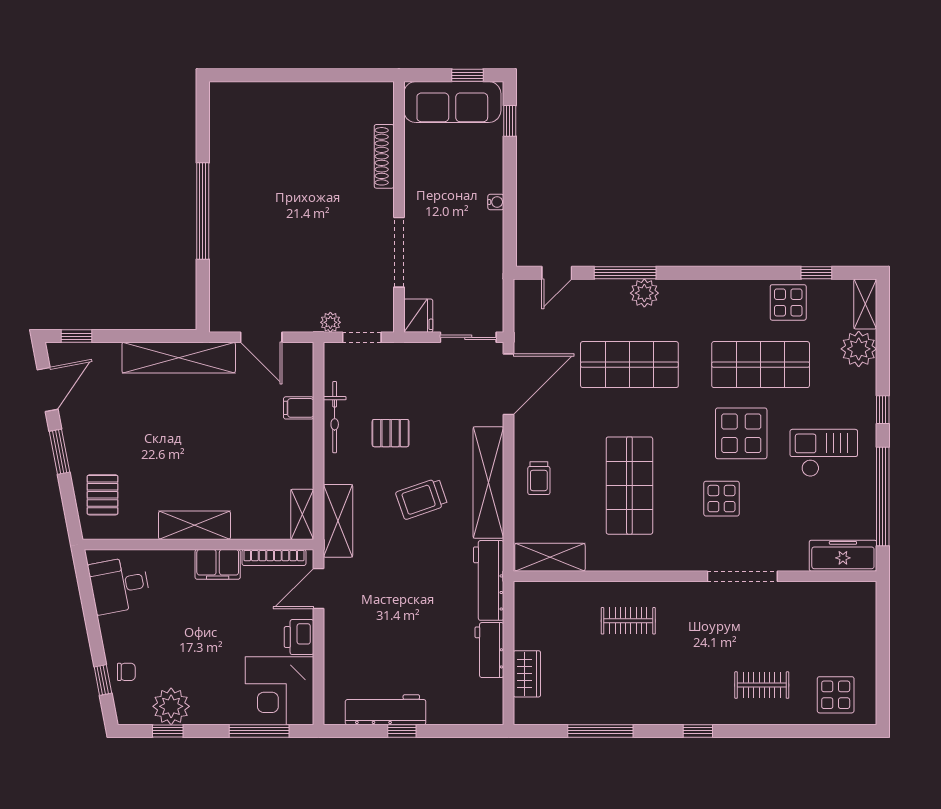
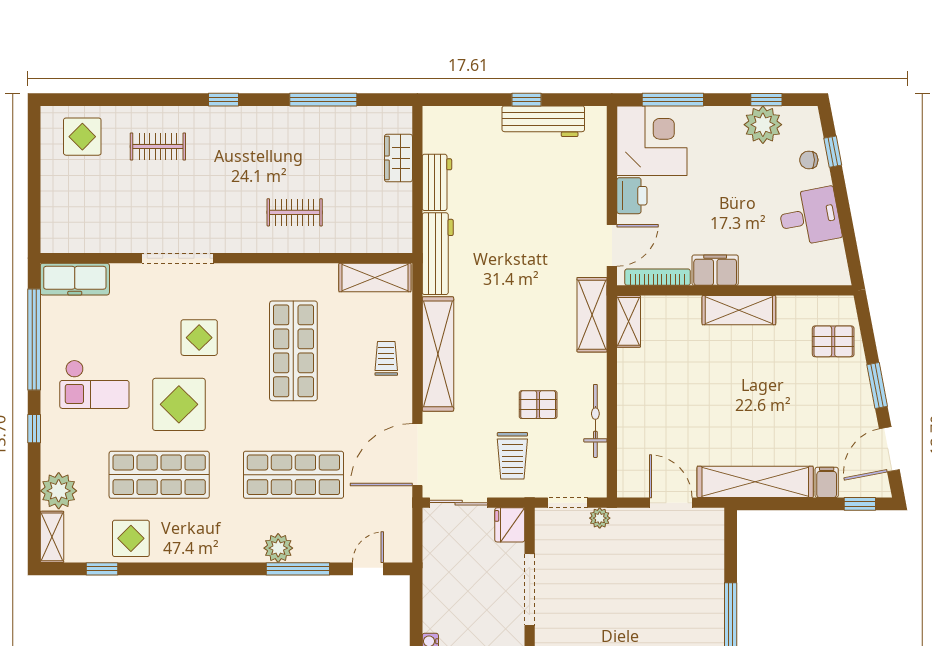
filing cabinet: (299, 408) -> (827, 482), moved, turned -90
pallet: (102, 495) -> (833, 341), turned 90
trolley: (422, 499) -> (512, 456), moved, turned 109
desk: (119, 585) -> (810, 217), moved

